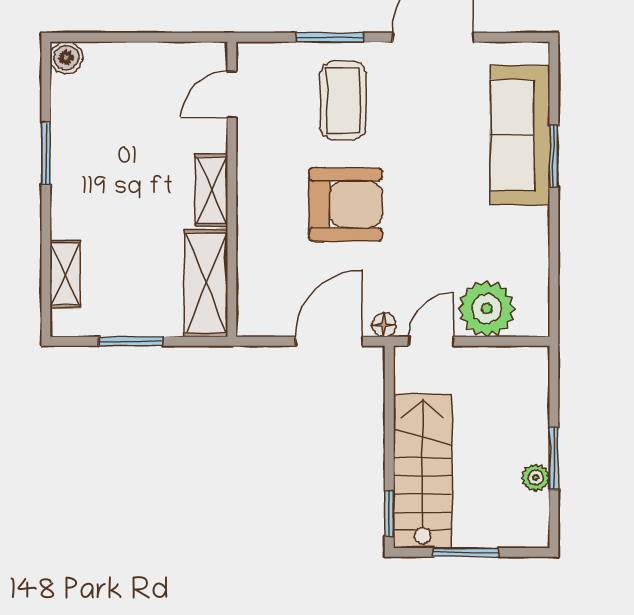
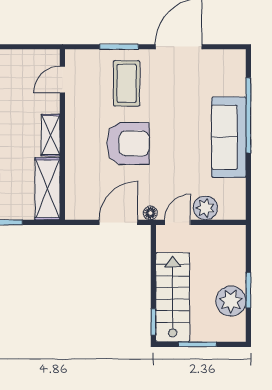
sofa: (520, 135) -> (229, 137), moved
window: (554, 156) -> (248, 115), width x2.11
plant: (487, 309) -> (205, 208), width x0.73, depth x0.73
plant: (536, 478) -> (231, 301), width x1.87, depth x1.87

